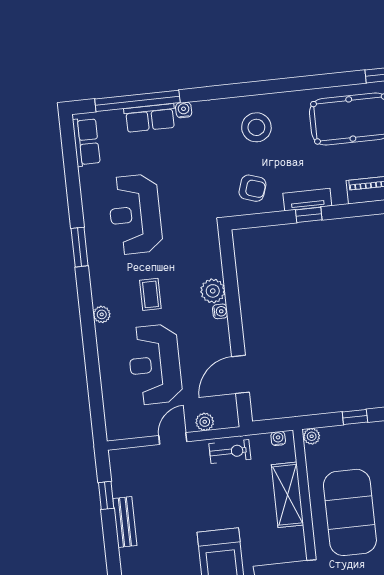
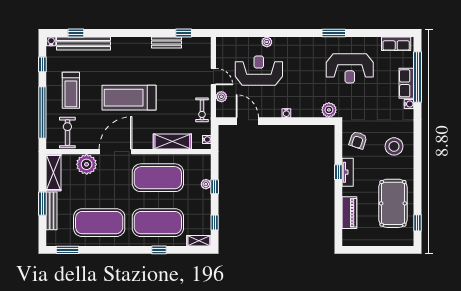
reception desk: (135, 214) -> (350, 68), turned 180
plant: (213, 291) -> (329, 110), moved
coffee table: (150, 294) -> (301, 72), removed
plant: (102, 314) -> (267, 42), moved
plant: (312, 436) -> (206, 184), moved

